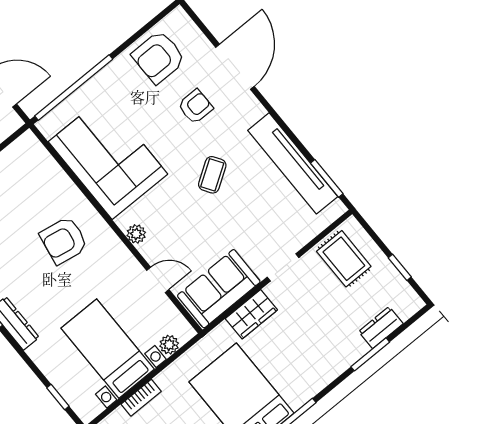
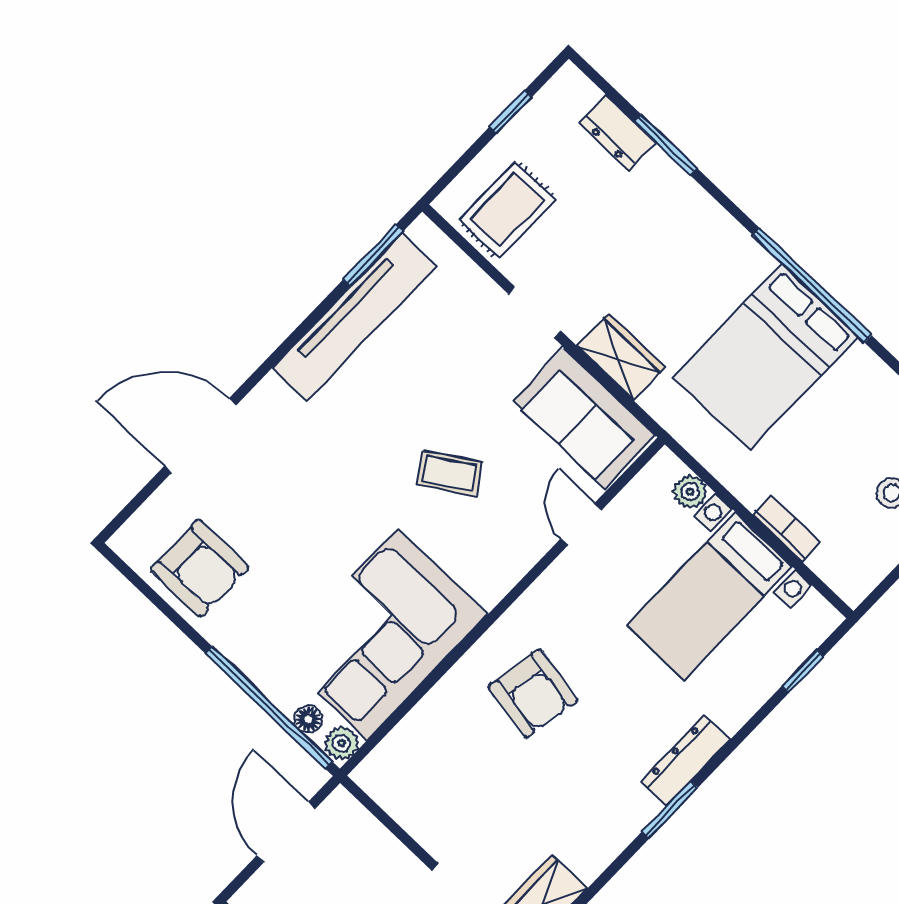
armchair: (195, 106) -> (277, 495), removed
floor lamp: (64, 109) -> (308, 719), added
coffee table: (212, 175) -> (450, 473), moved
plant: (136, 234) -> (342, 743), moved

